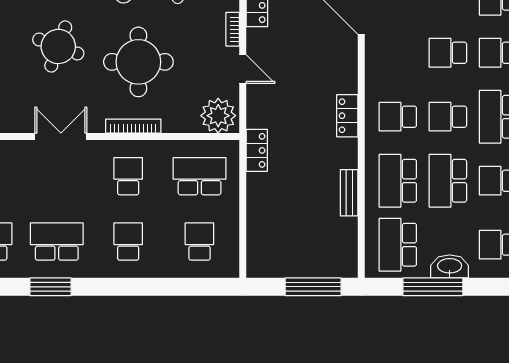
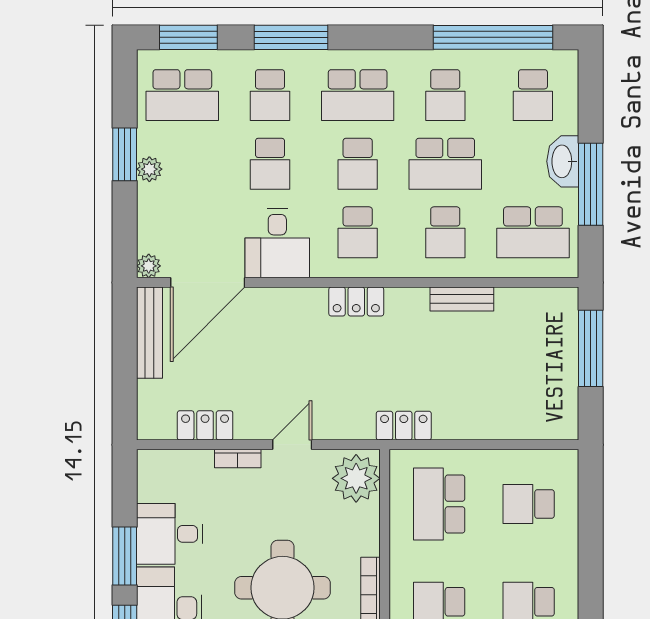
desk: (390, 58) -> (277, 243), added
school desk: (398, 181) -> (445, 232), width x0.54

